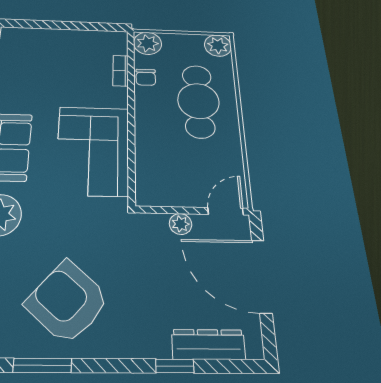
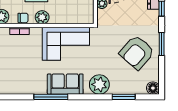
plant: (148, 109) -> (42, 17), added
window: (42, 365) -> (162, 44), moved

